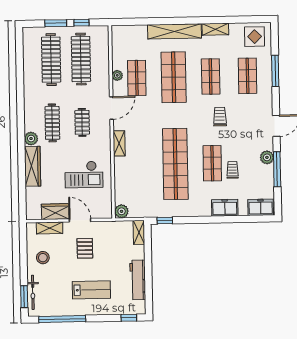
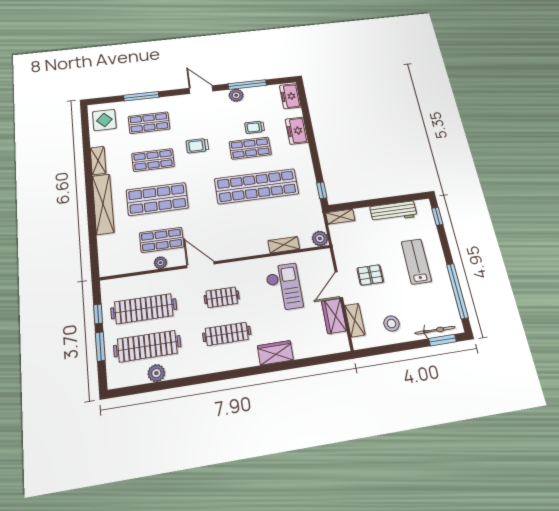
plant: (31, 139) -> (156, 373), moved
shelving: (119, 143) -> (284, 245), moved
wardrobe: (33, 166) -> (275, 353), width x0.67

